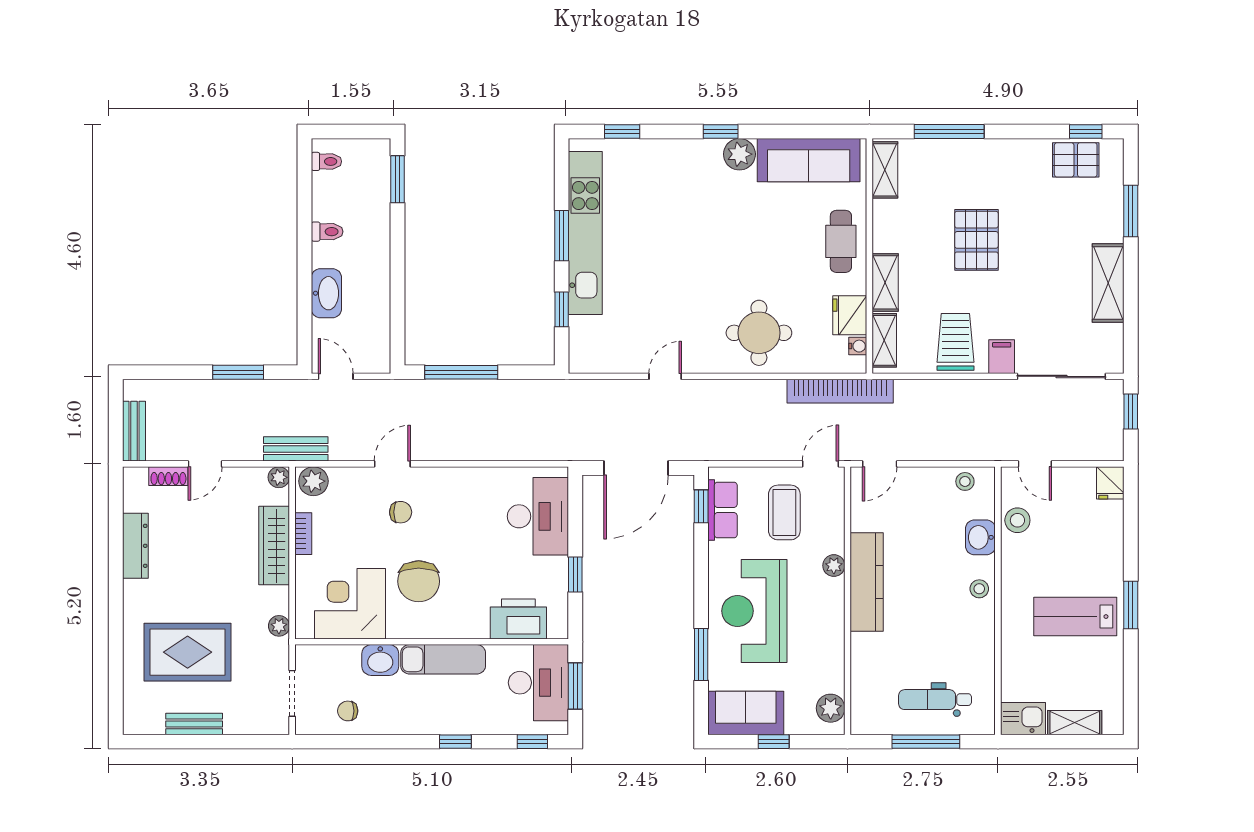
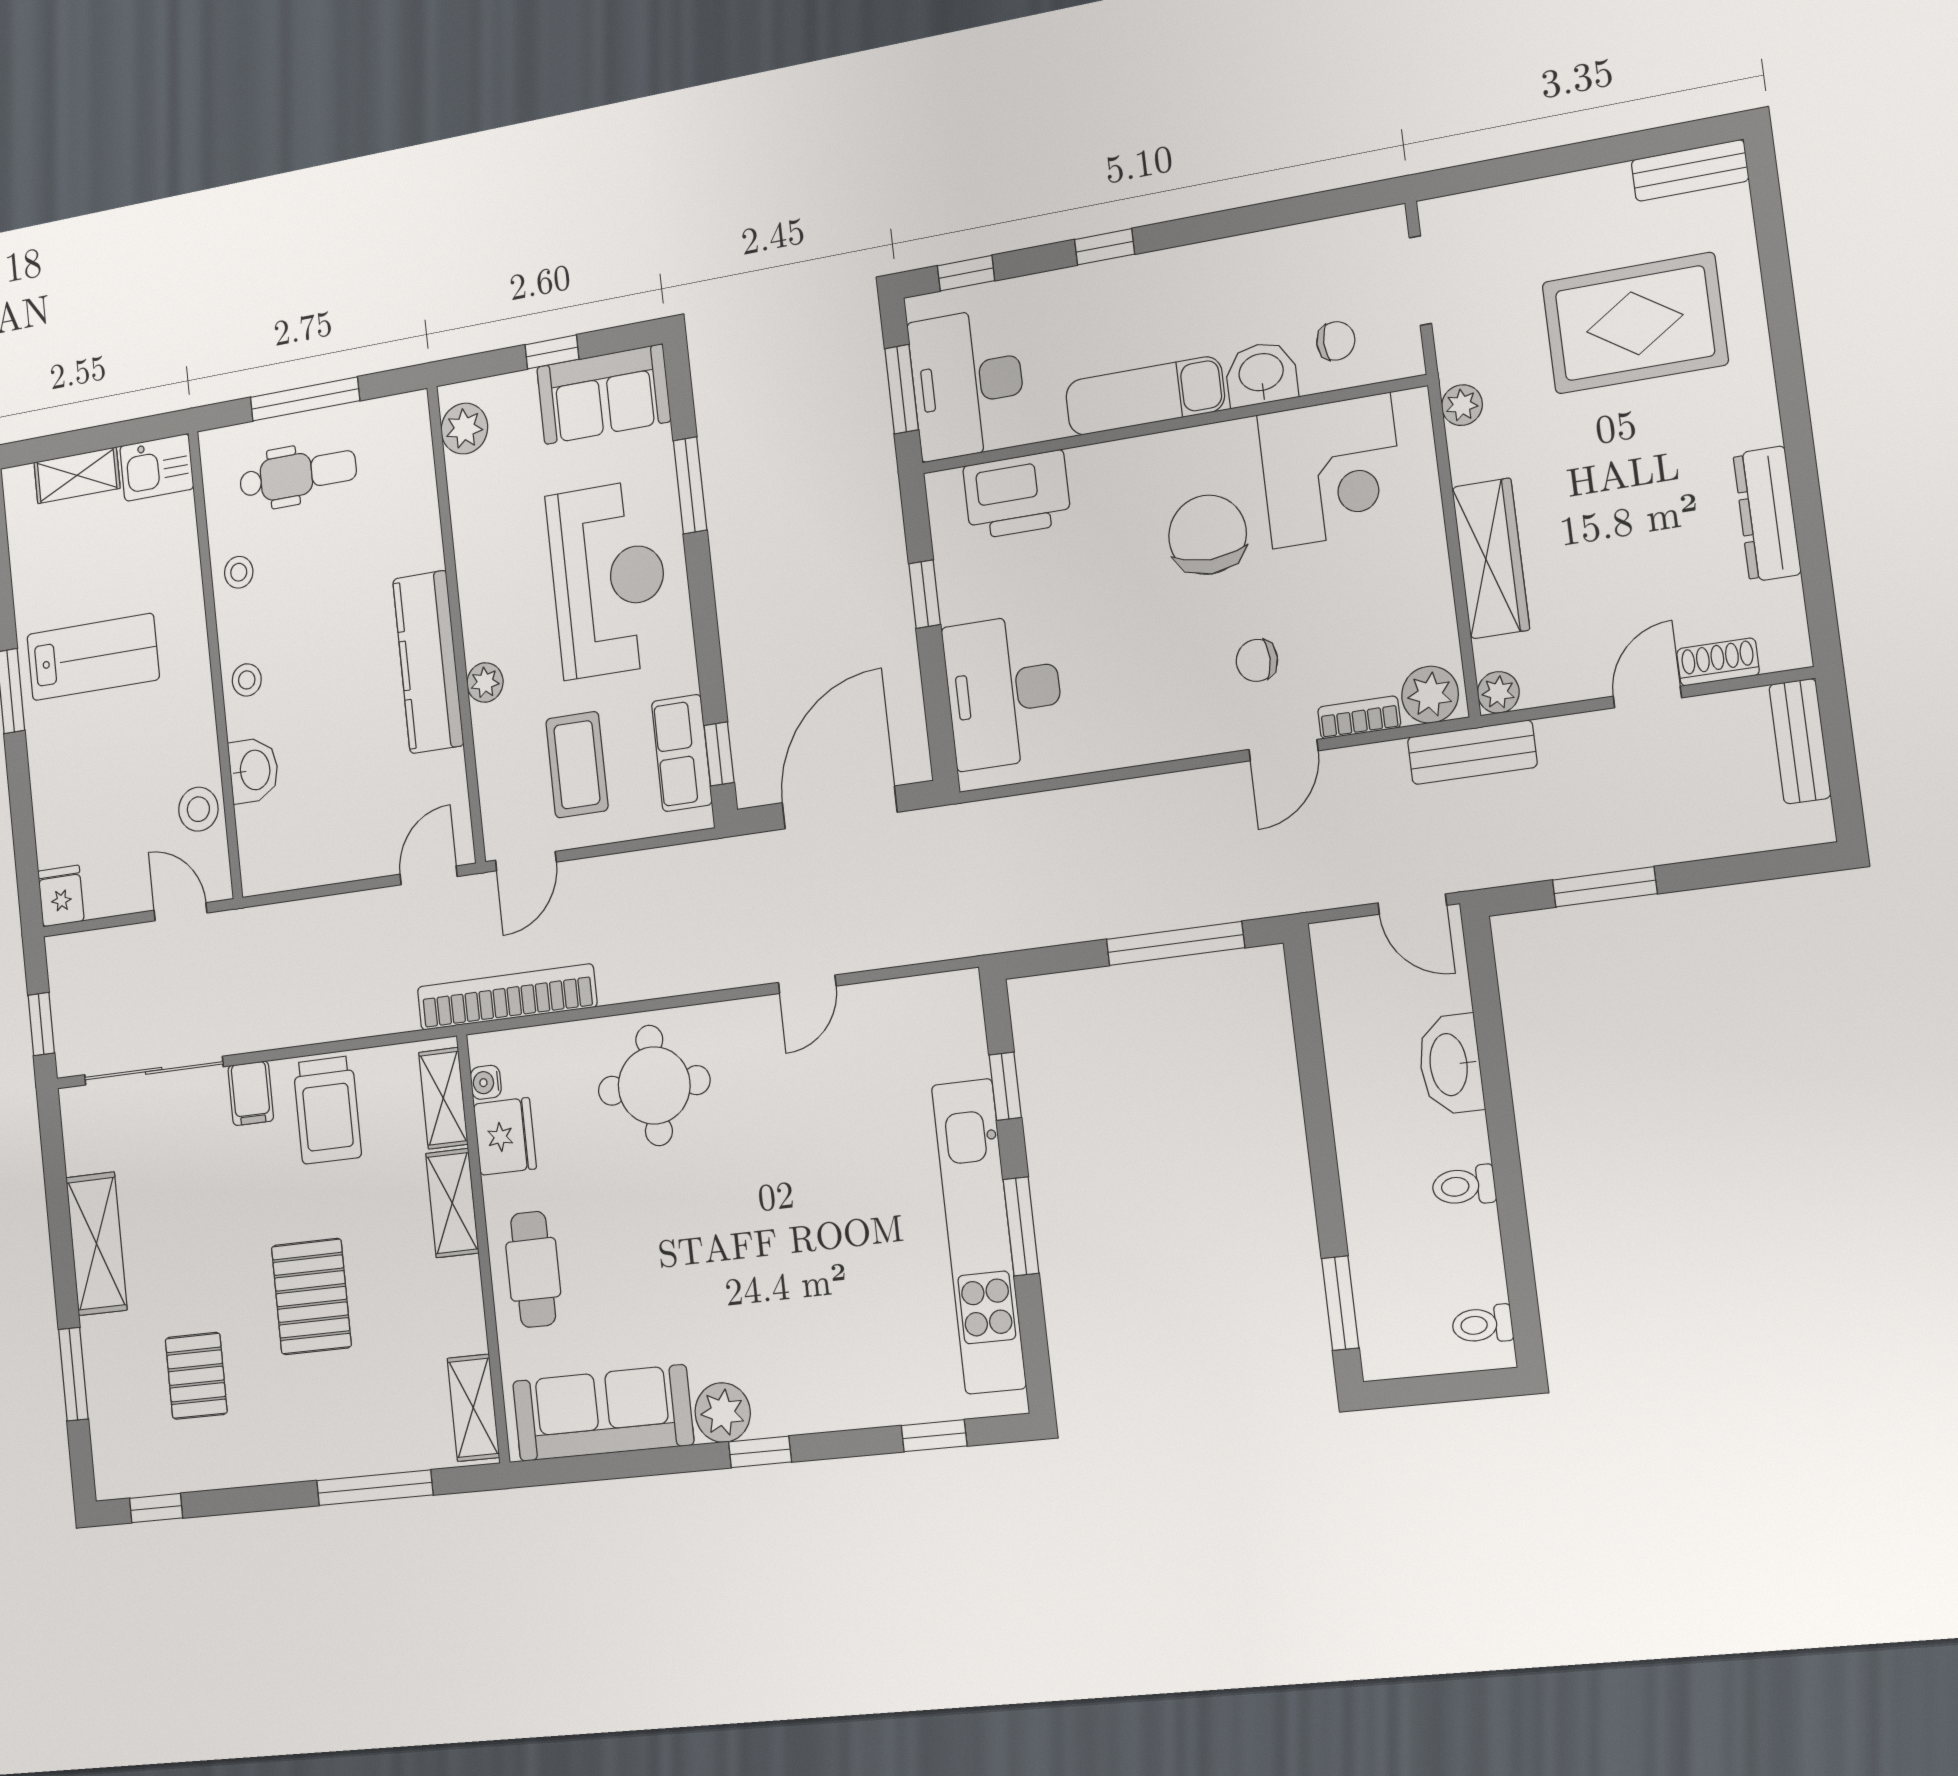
pallet: (1076, 160) -> (196, 1376), moved, turned 90
stool: (965, 481) -> (239, 572), moved
bookcase: (303, 534) -> (1359, 717), moved, turned 90
chair: (348, 711) -> (1336, 341), moved
bench: (194, 724) -> (1690, 170), moved

